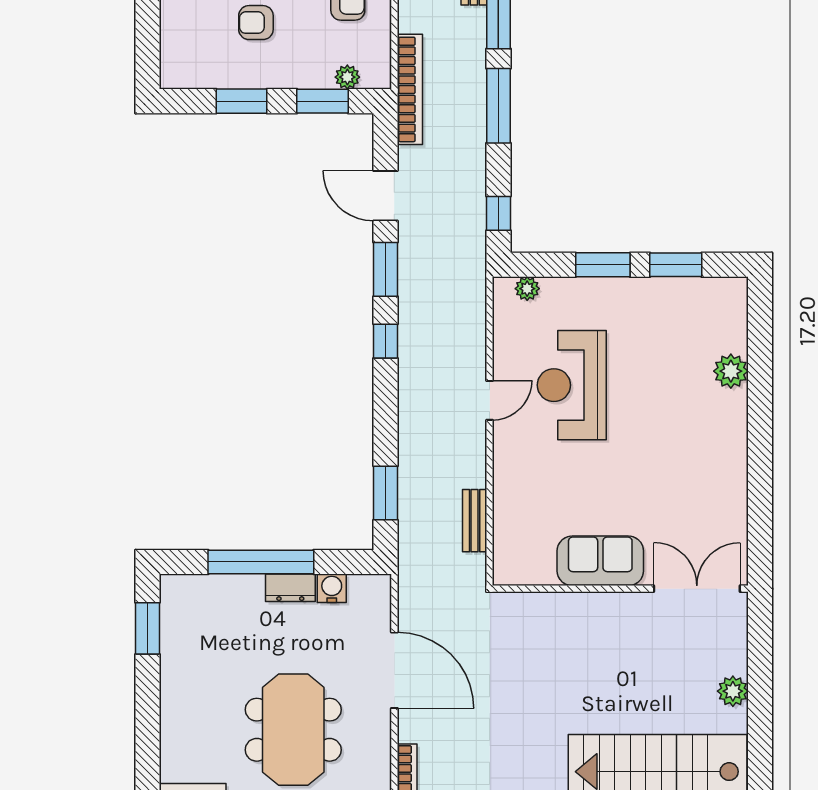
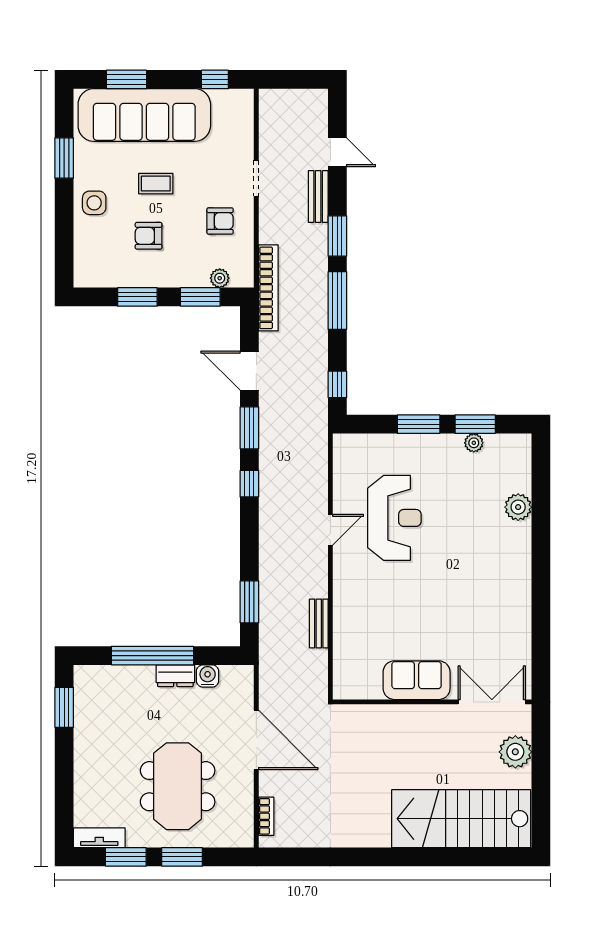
plant: (527, 289) -> (474, 443), moved
reception desk: (572, 385) -> (394, 518), turned 180
sofa: (600, 561) -> (417, 680), moved
wall: (620, 589) -> (432, 702), moved
double door: (697, 589) -> (492, 702), moved
plant: (733, 691) -> (515, 752), width x1.36, depth x1.36

